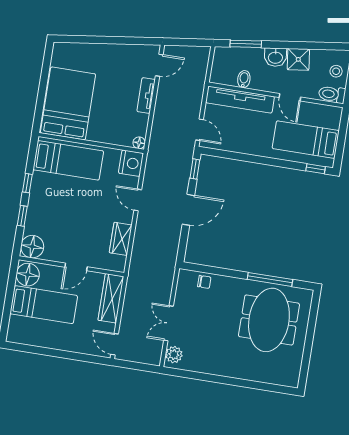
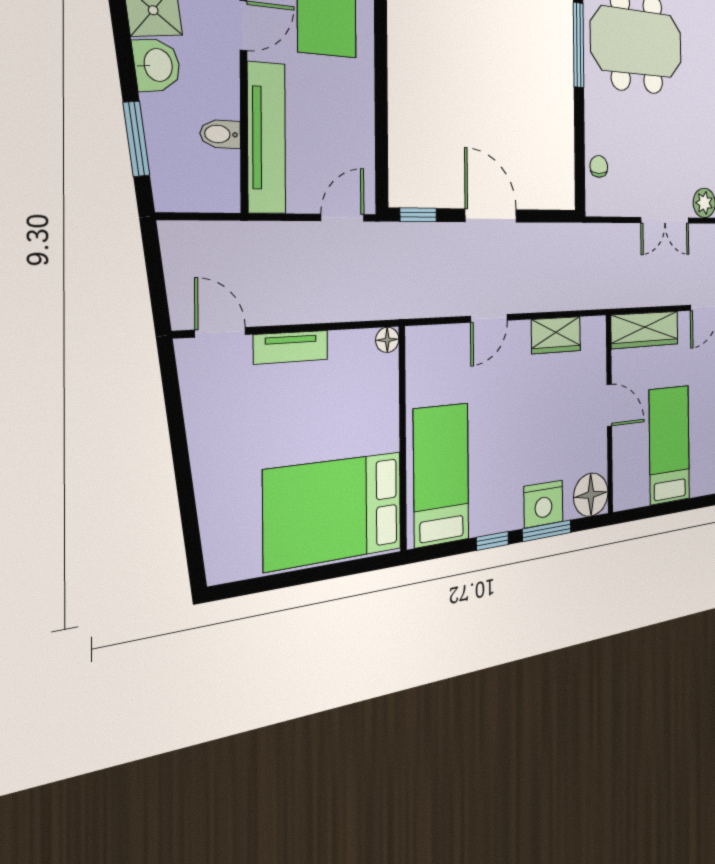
nightstand: (131, 163) -> (543, 504), moved, turned 180
window: (22, 216) -> (547, 531), width x1.50
floor lamp: (28, 275) -> (632, 488), removed

